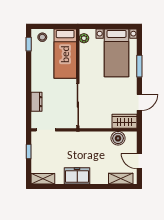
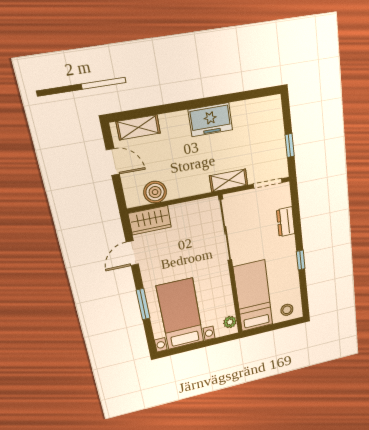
window: (29, 44) -> (301, 260), moved
shelving: (43, 179) -> (229, 180), moved

